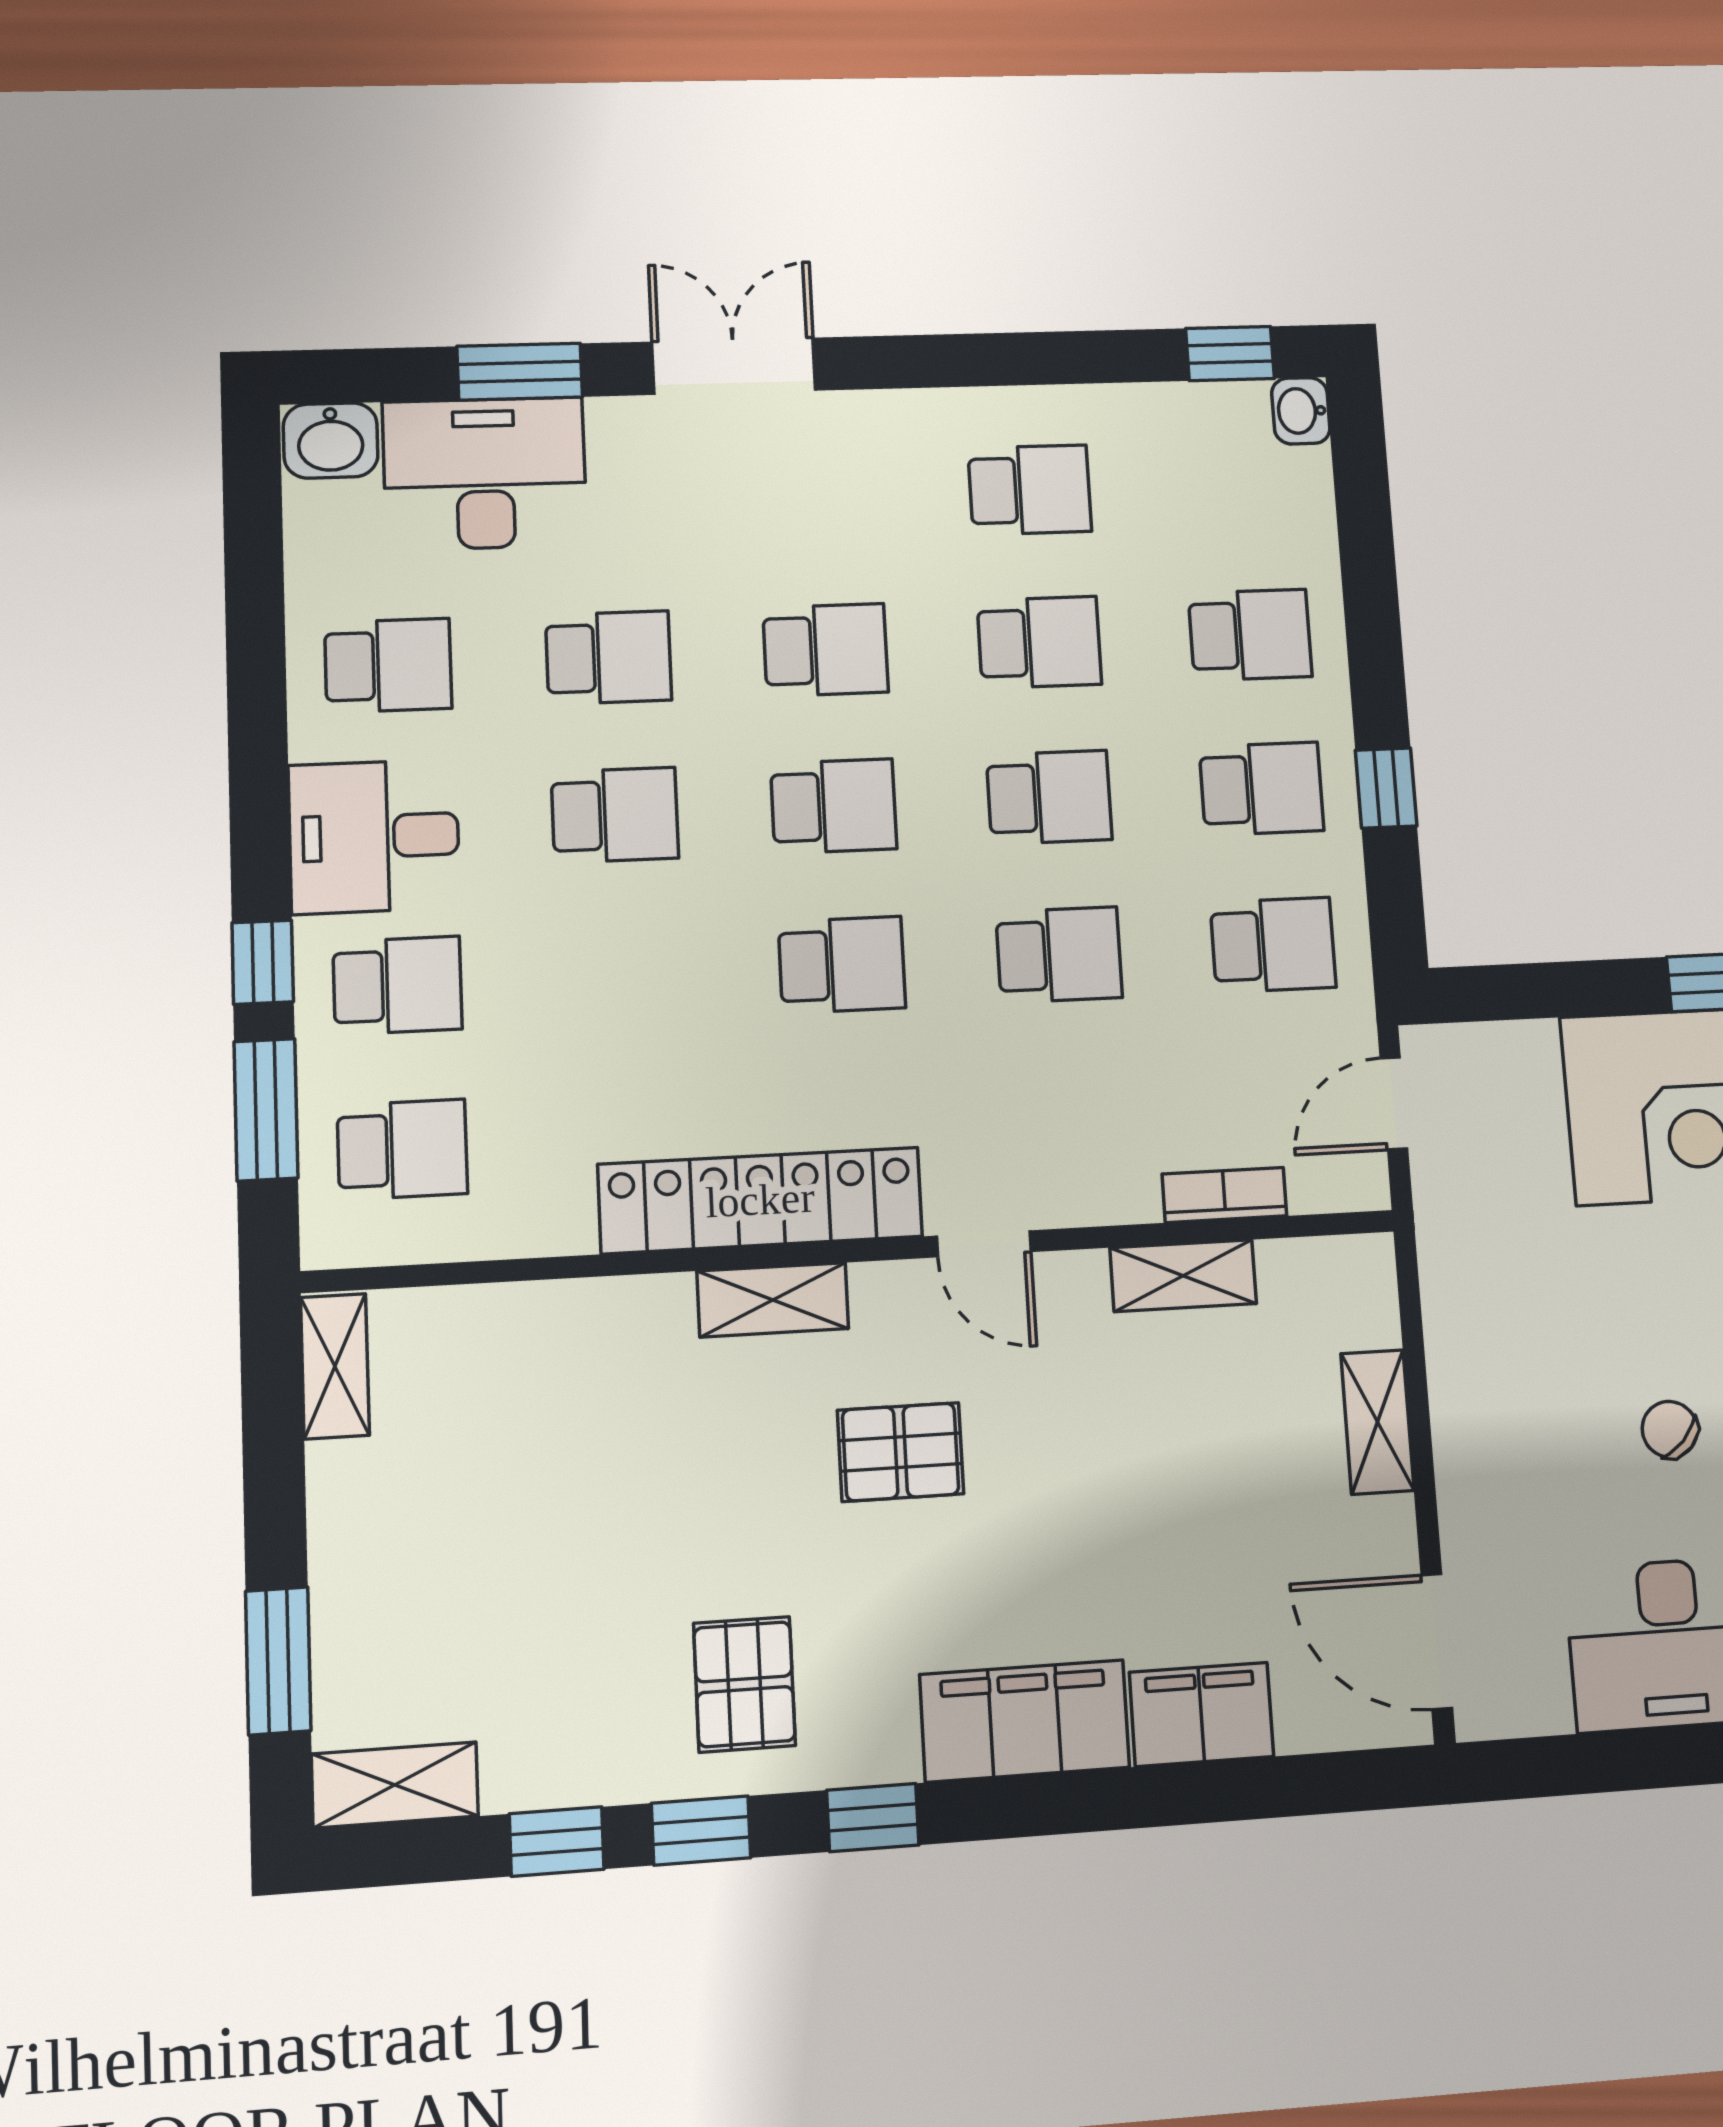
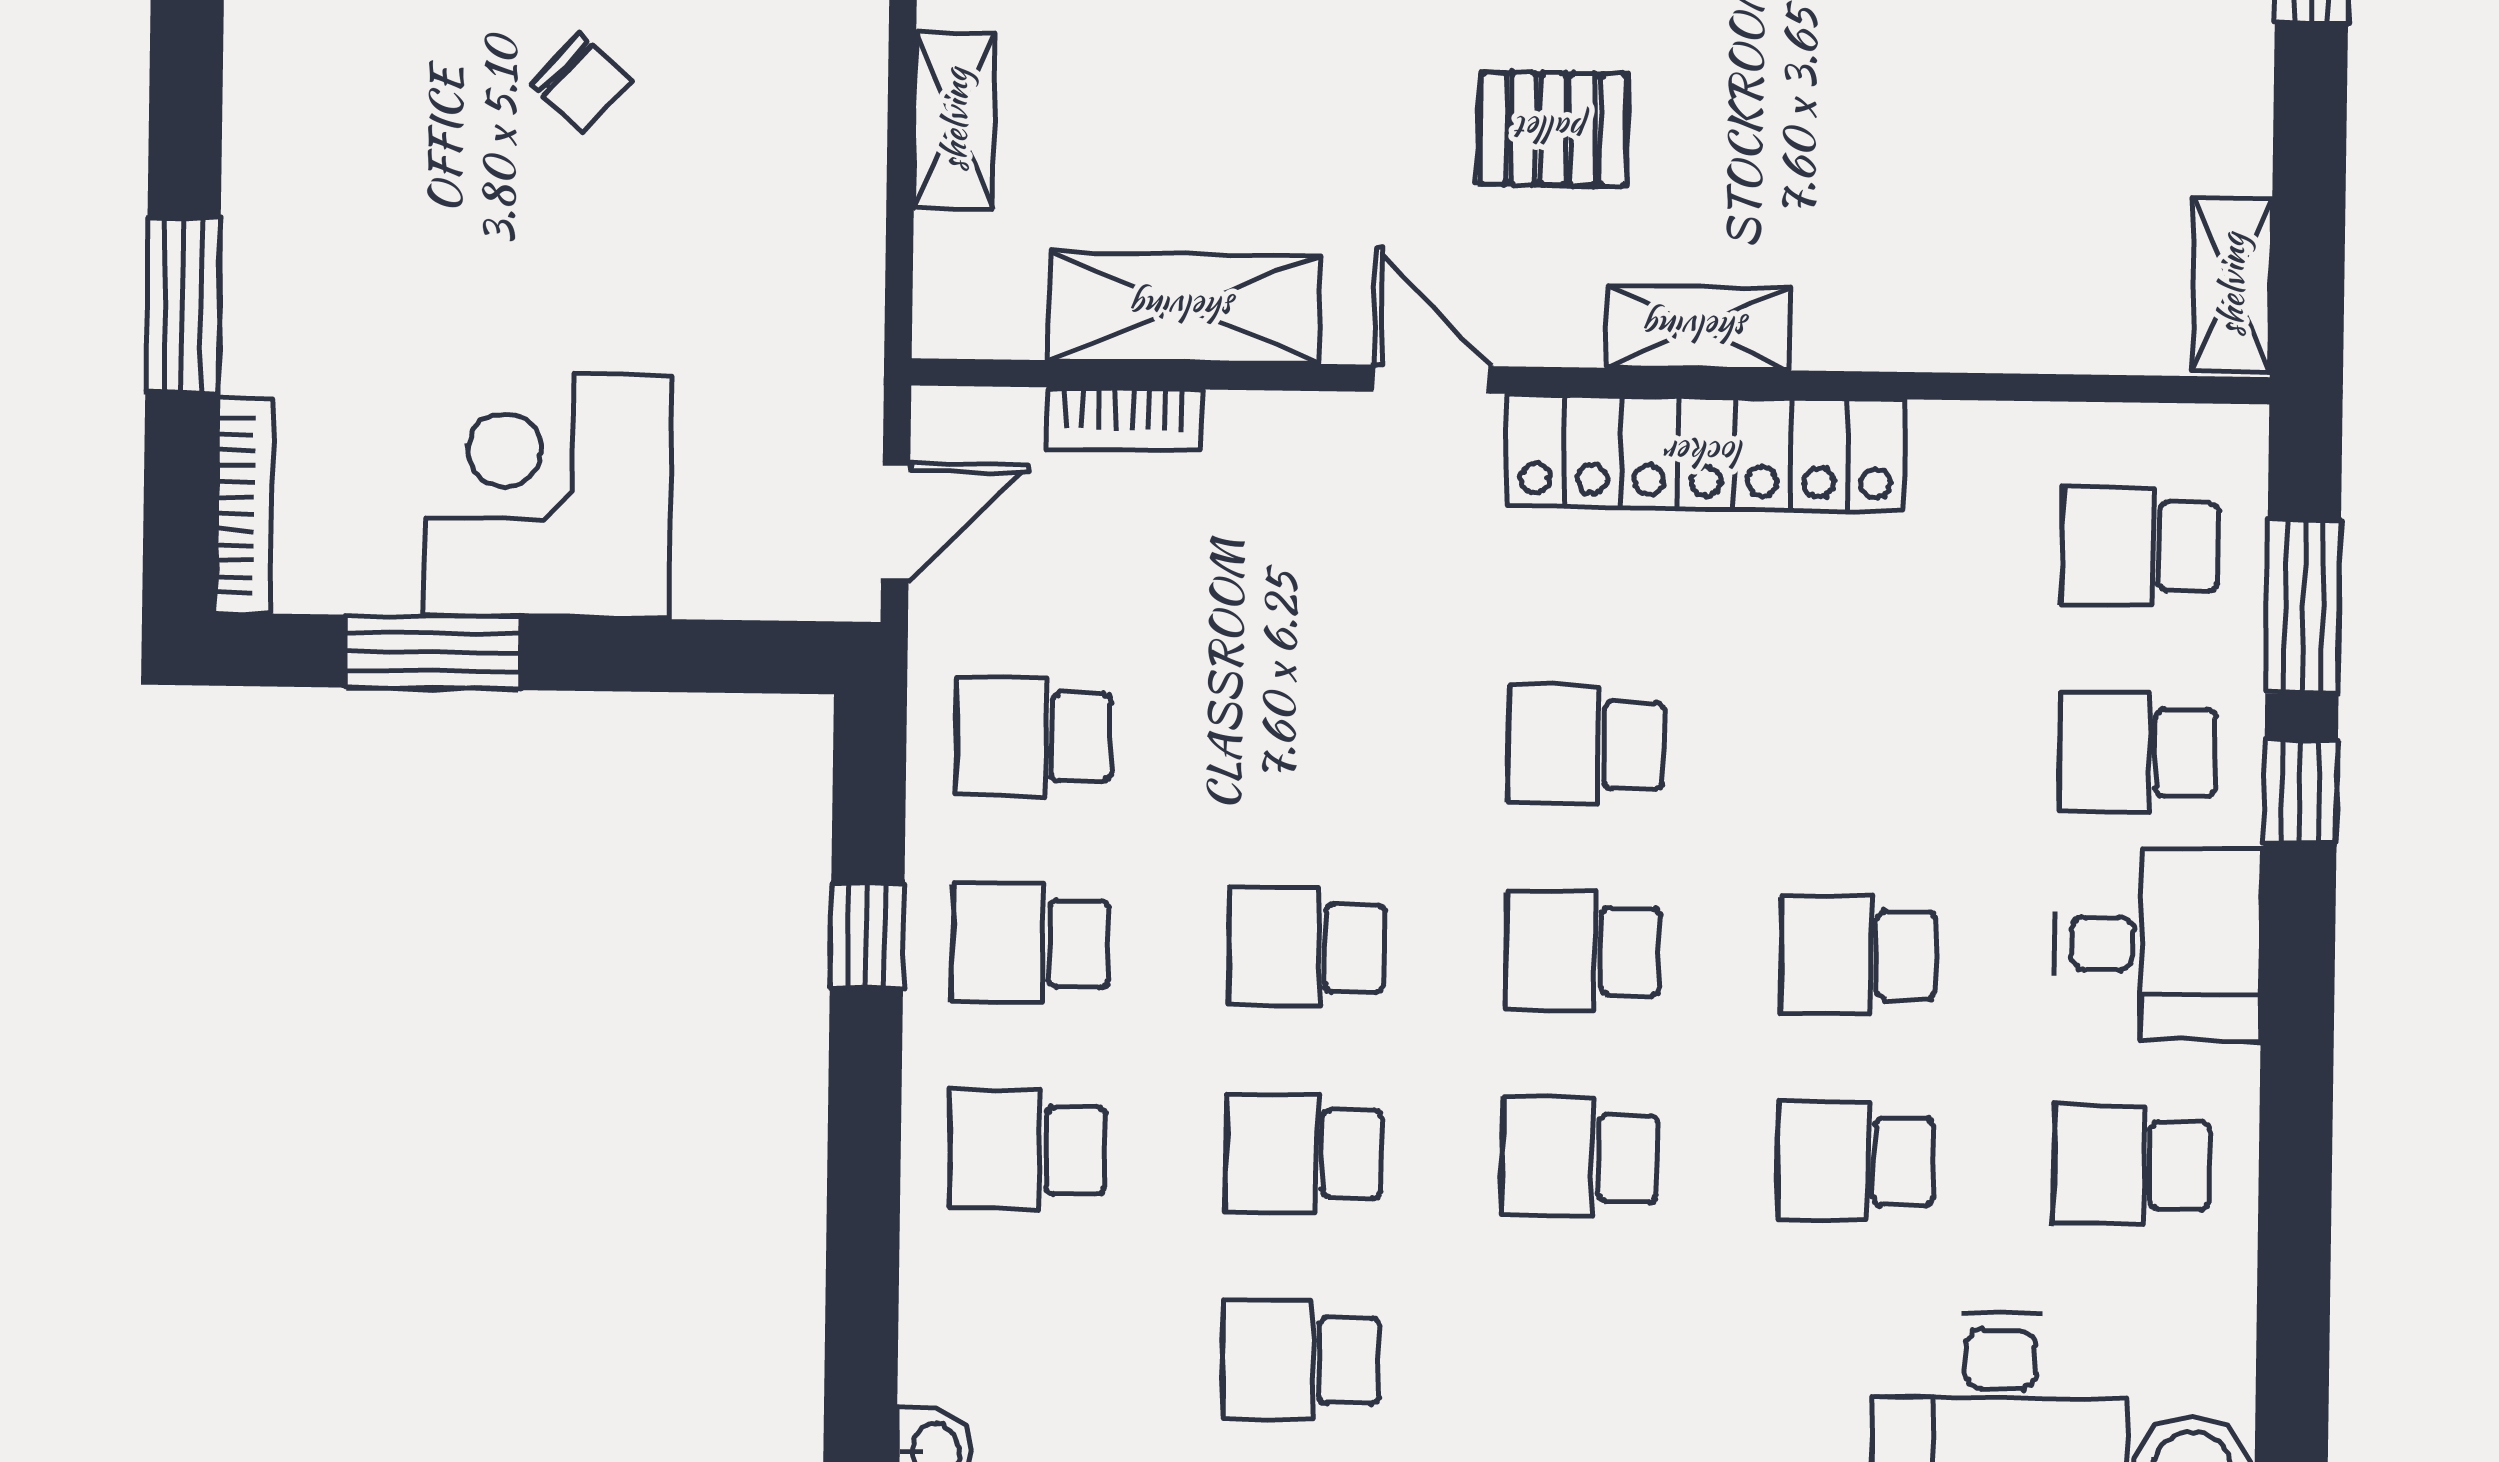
school desk: (1059, 955) -> (1309, 741), removed
shelving: (1183, 1276) -> (1185, 308), width x1.50, depth x1.33

